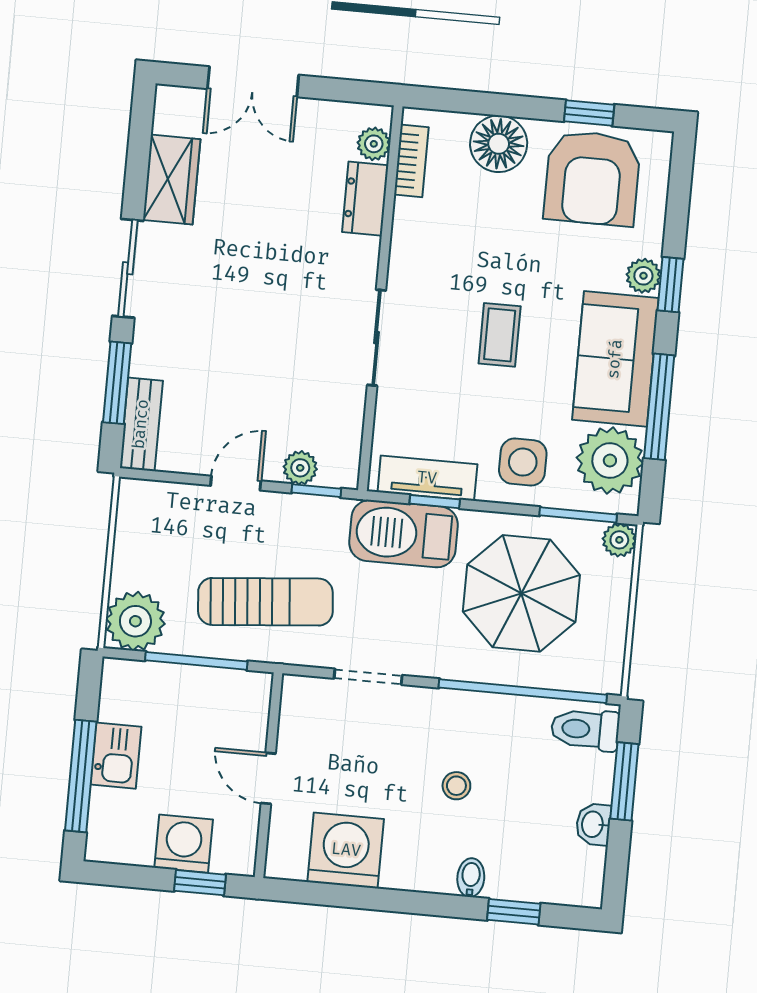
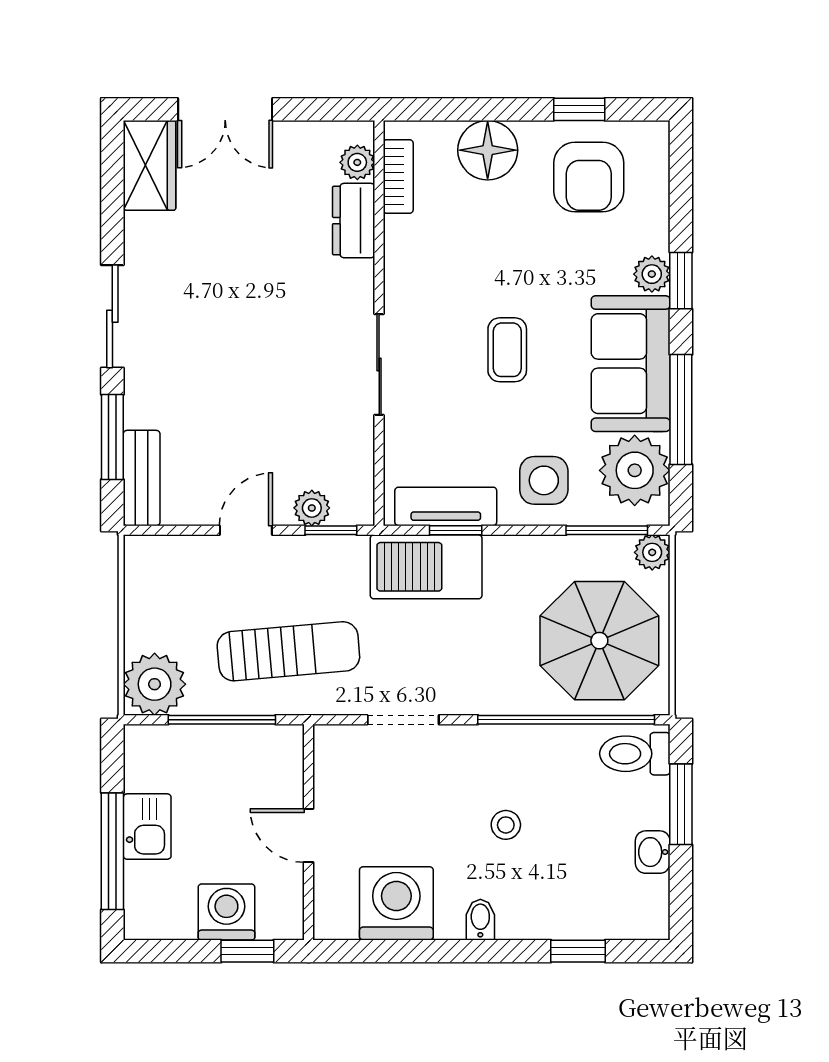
armchair: (592, 178) -> (589, 177), width x0.73, depth x0.73
wardrobe: (172, 180) -> (150, 165), moved
parasol: (521, 593) -> (599, 641), moved
bidet: (471, 878) -> (480, 920), moved

